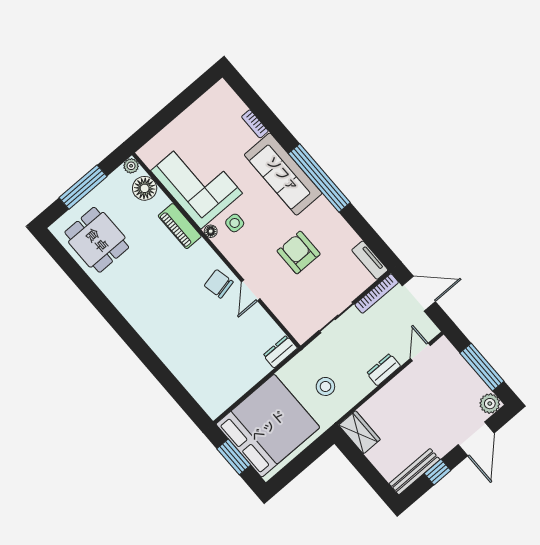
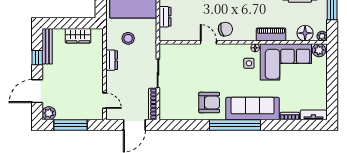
plant: (150, 155) -> (319, 50), added
armchair: (299, 253) -> (209, 103), moved
tv unit: (370, 260) -> (313, 115), moved
dresser: (280, 352) -> (165, 17), moved
dresser: (384, 370) -> (112, 60), moved
wardrobe: (359, 432) -> (78, 36), moved
door: (476, 439) -> (37, 91), hinge flipped

